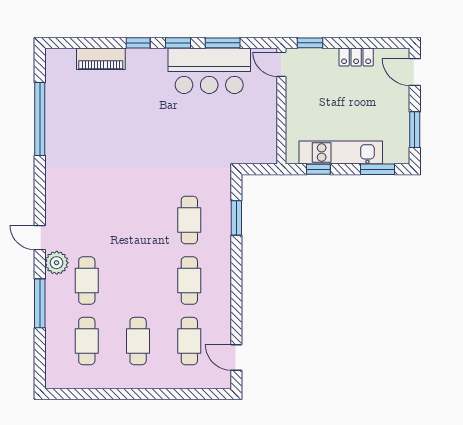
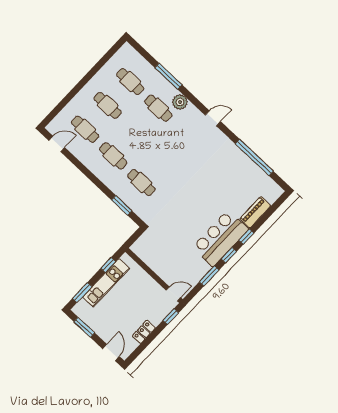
bar counter: (209, 71) -> (220, 238), moved
door: (415, 72) -> (111, 353), hinge flipped
door: (40, 238) -> (213, 118), moved

